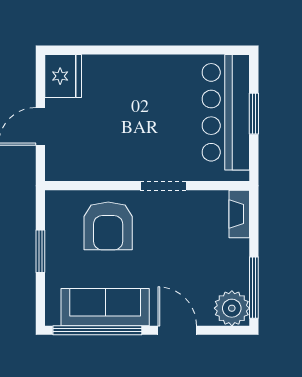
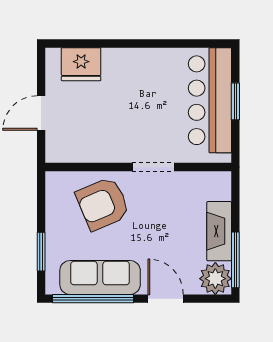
fridge: (63, 76) -> (81, 64), moved, turned 90
fireplace: (239, 214) -> (219, 231), moved, width x1.37, depth x1.32
armchair: (108, 226) -> (103, 204), turned 67
window: (40, 251) -> (41, 252), moved

